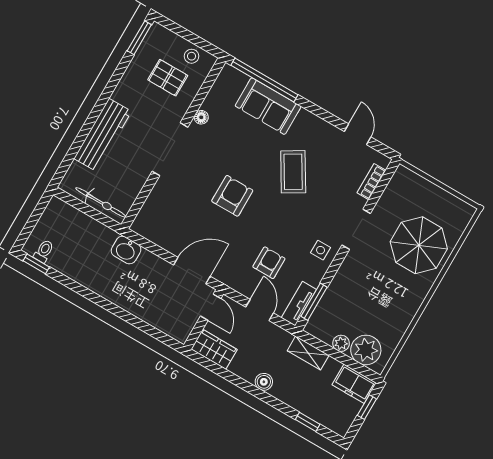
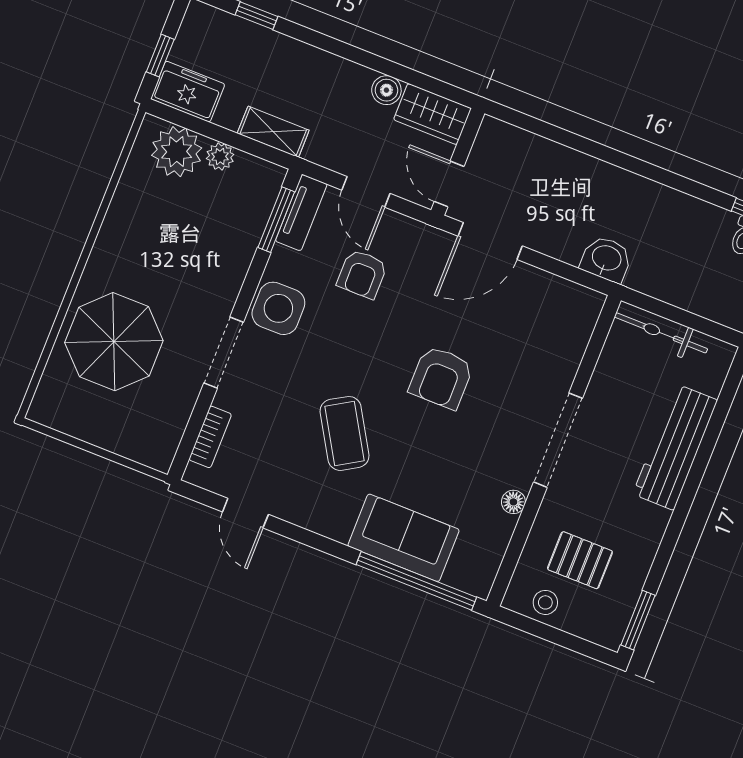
side table: (321, 250) -> (278, 308), width x1.87, depth x1.87
boiler: (264, 382) -> (386, 90), moved

